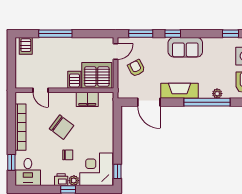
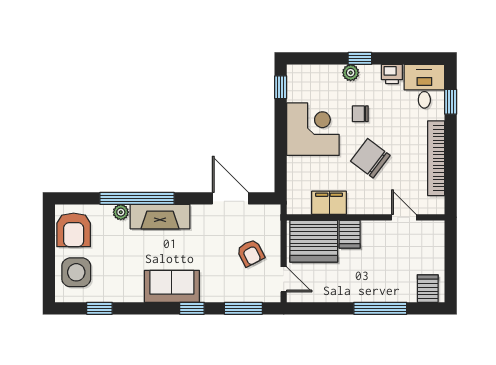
door: (116, 52) -> (284, 279), swing flipped
fireplace: (179, 91) -> (160, 217), moved
corner desk: (96, 169) -> (313, 129), moved, turned -90
printer: (61, 180) -> (392, 74), moved

